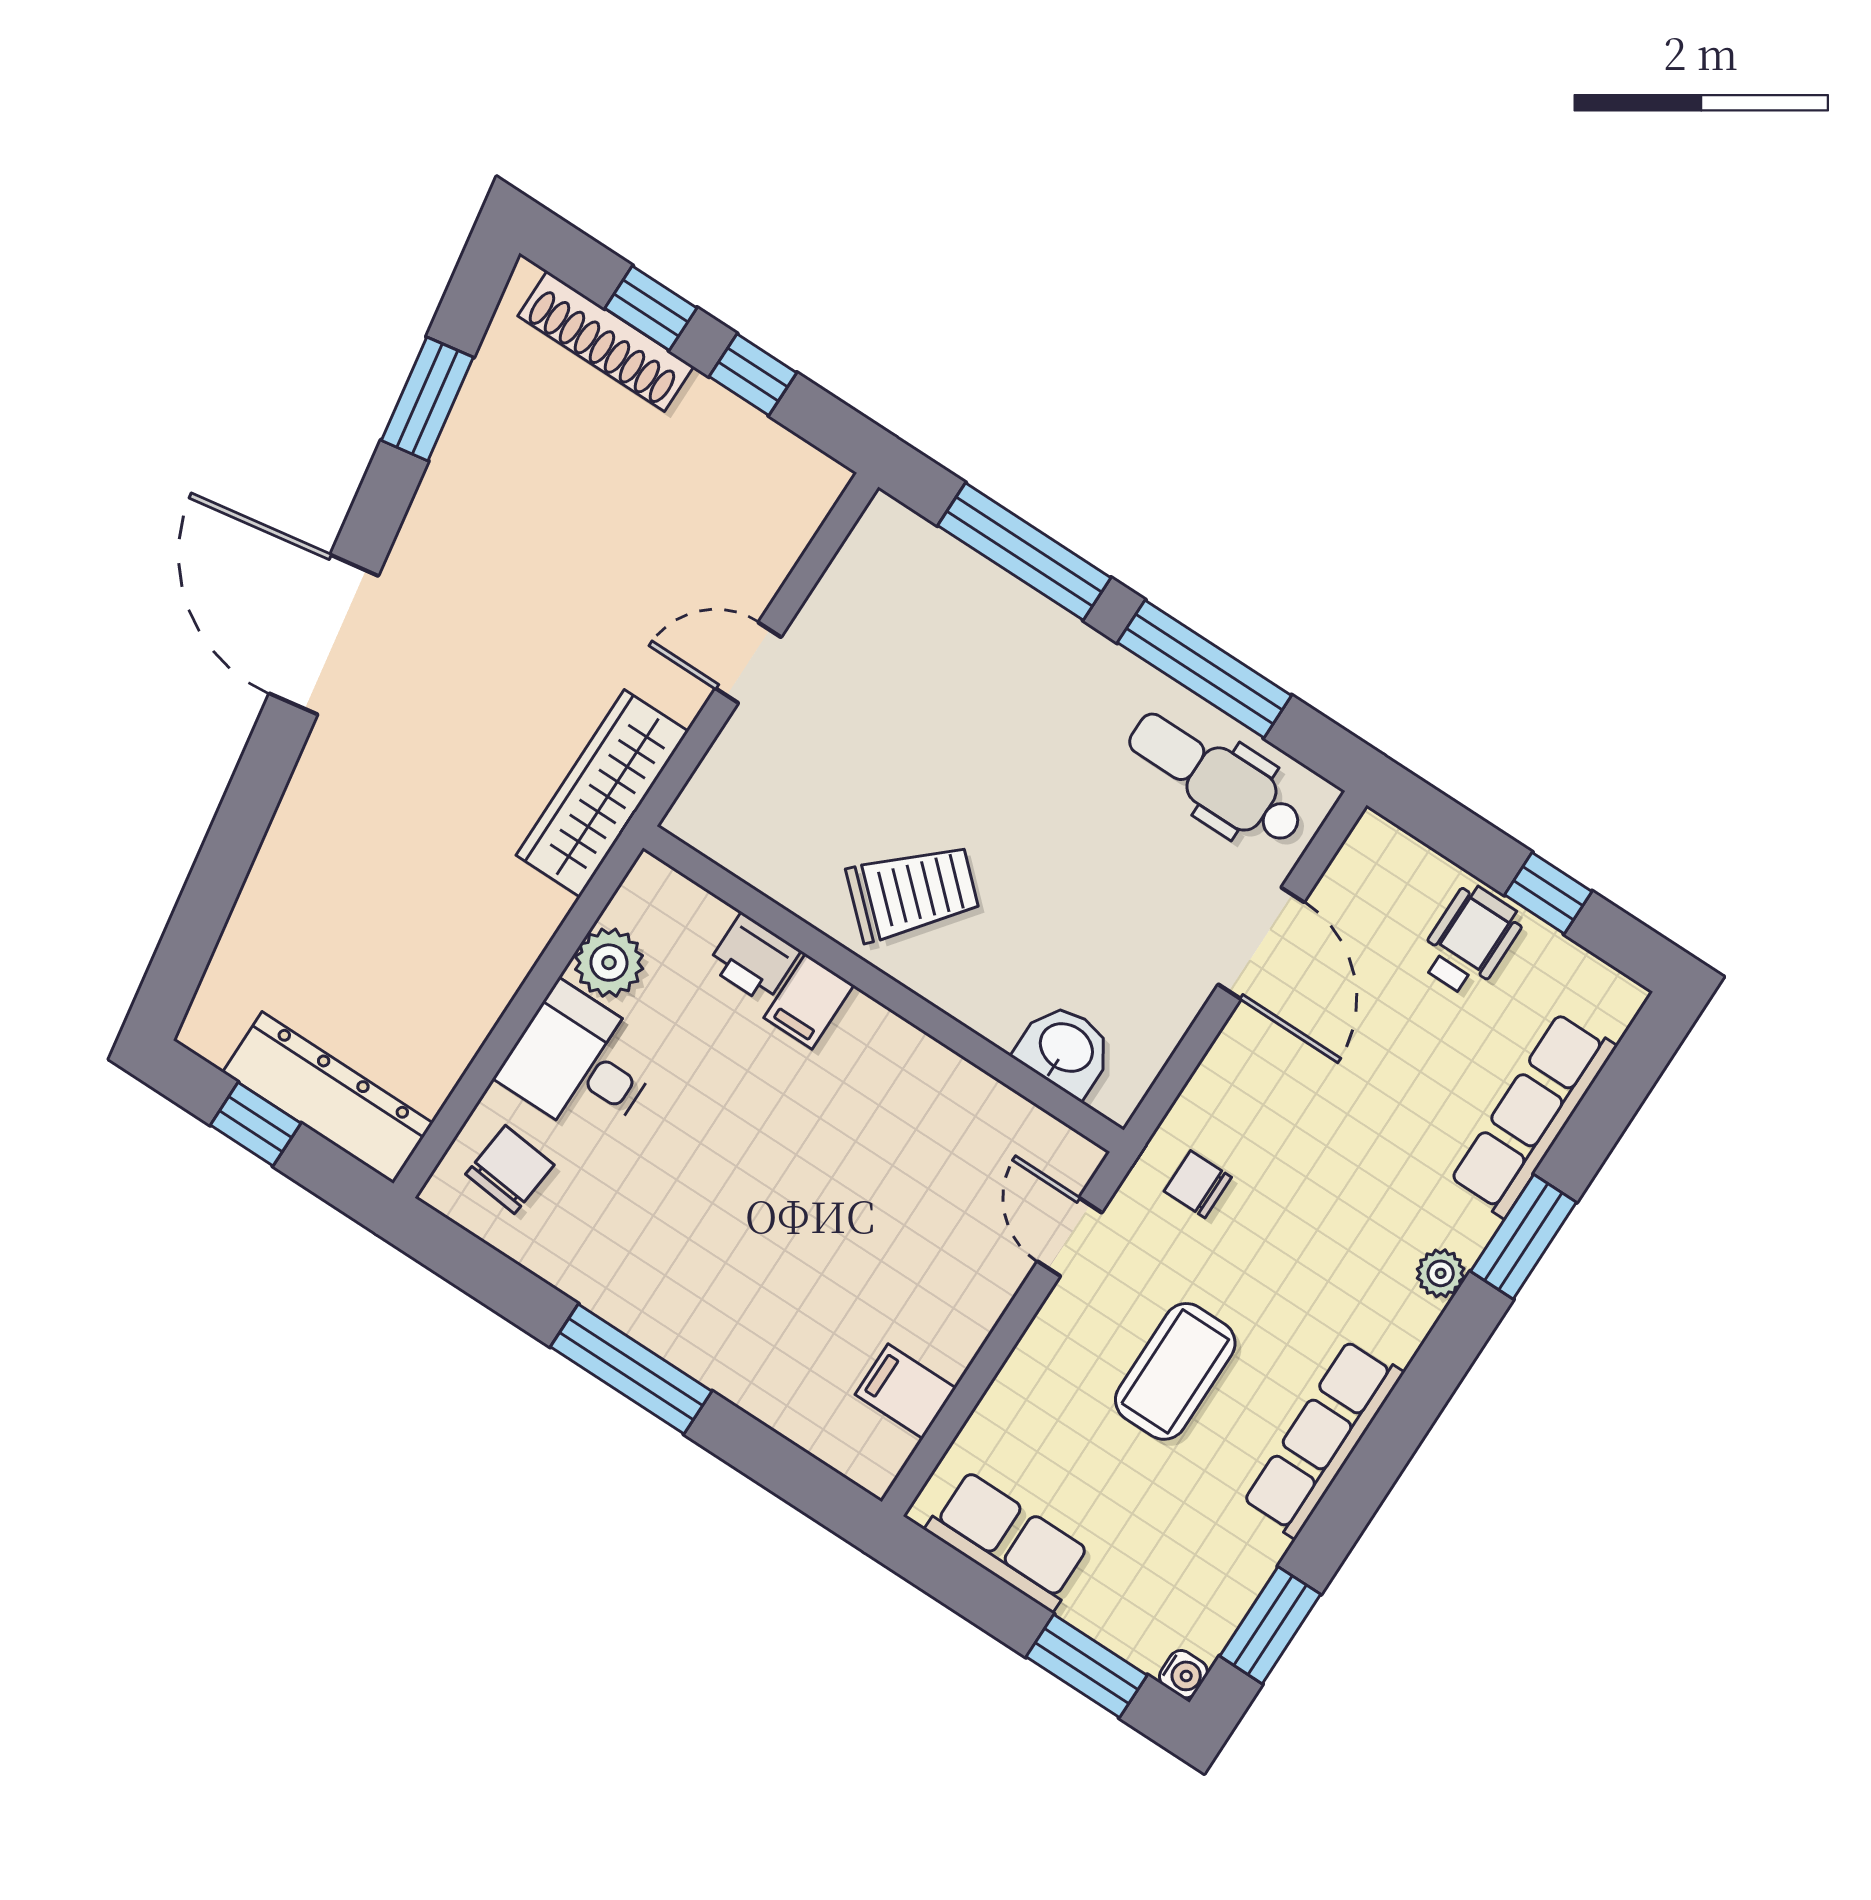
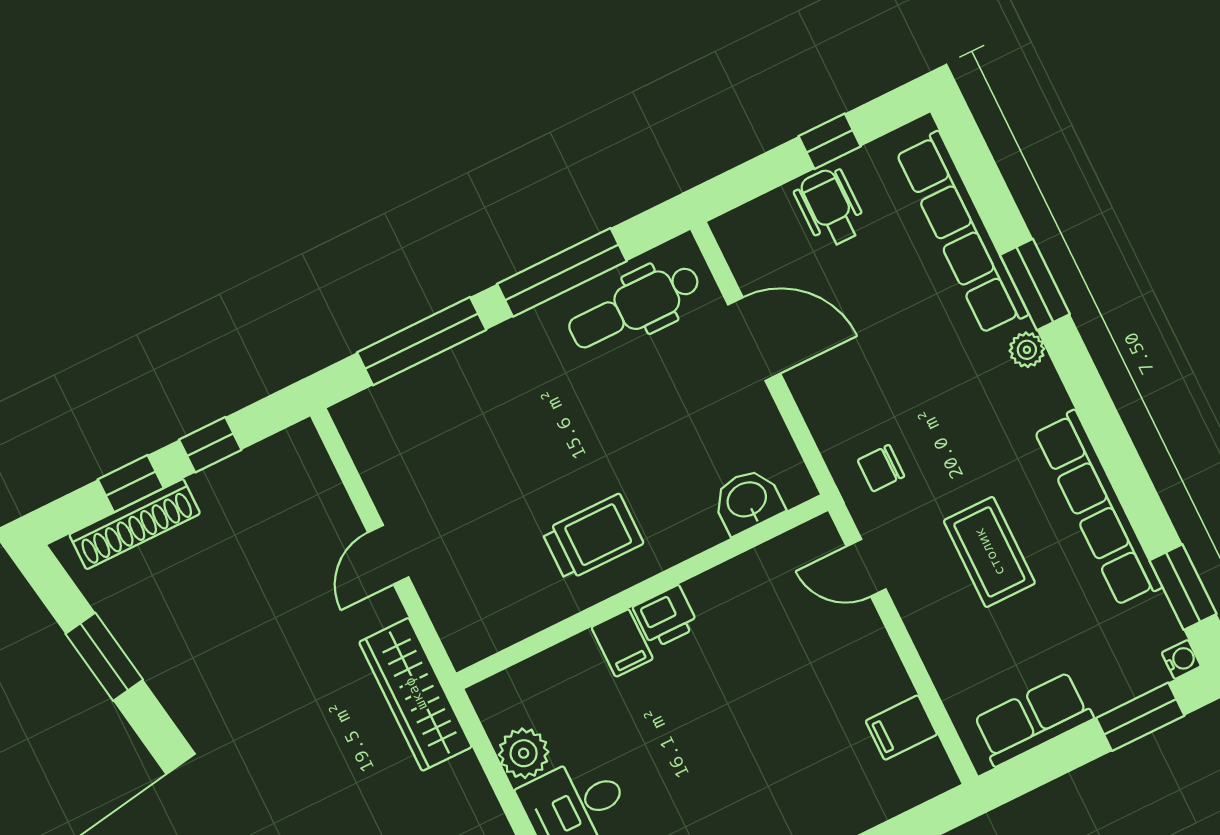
trolley: (913, 892) -> (593, 537), turned 47
printer: (754, 958) -> (666, 617), moved
row of seats: (1533, 1114) -> (962, 233), width x1.36
row of seats: (1323, 1438) -> (1098, 508), width x1.36

